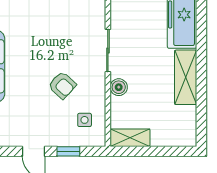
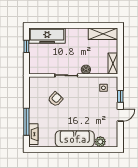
shelving: (186, 77) -> (103, 34), moved
armchair: (62, 85) -> (56, 99), moved

